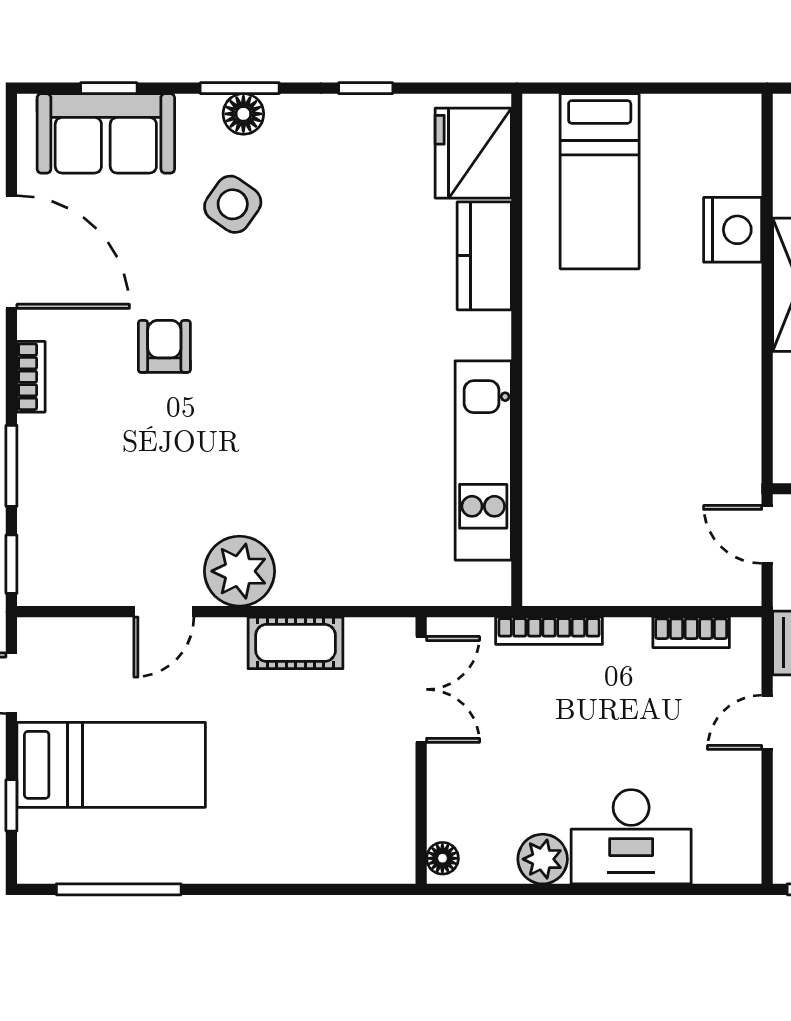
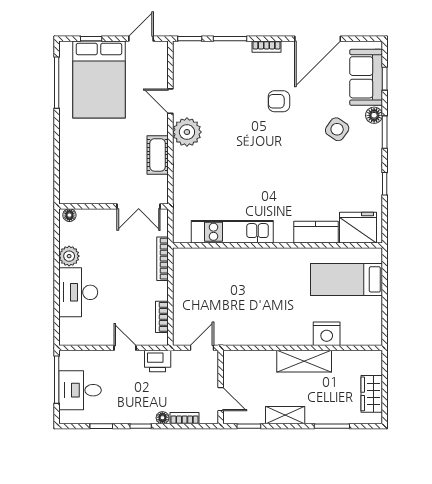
floor lamp: (243, 114) -> (374, 115), moved
armchair: (164, 346) -> (279, 101), turned 180
bed: (111, 765) -> (99, 79), width x1.50

